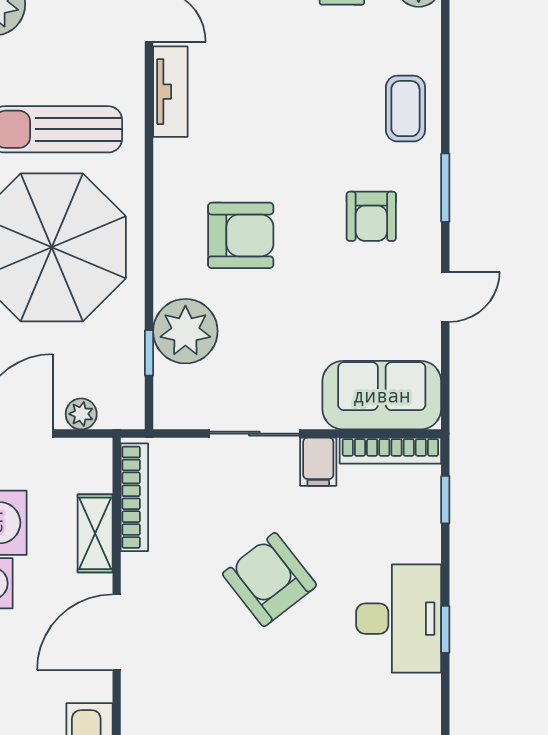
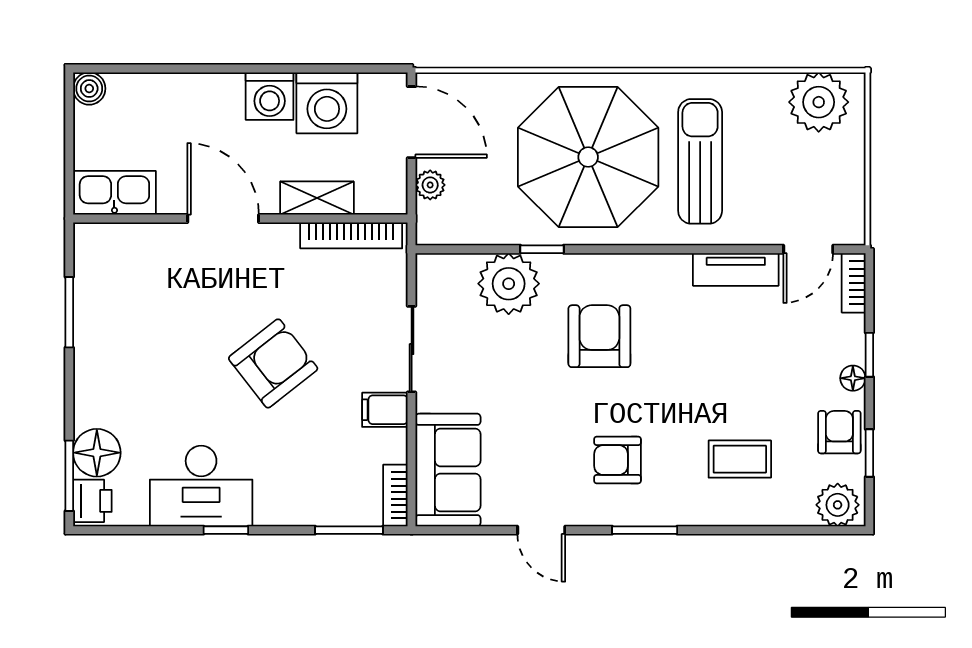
coffee table: (405, 109) -> (740, 459), moved
armchair: (241, 235) -> (599, 336), turned 180
window: (149, 353) -> (542, 249), moved
bookcase: (390, 451) -> (395, 495), width x0.64
window: (445, 500) -> (349, 530), width x1.50
desk: (399, 619) -> (201, 486), moved

